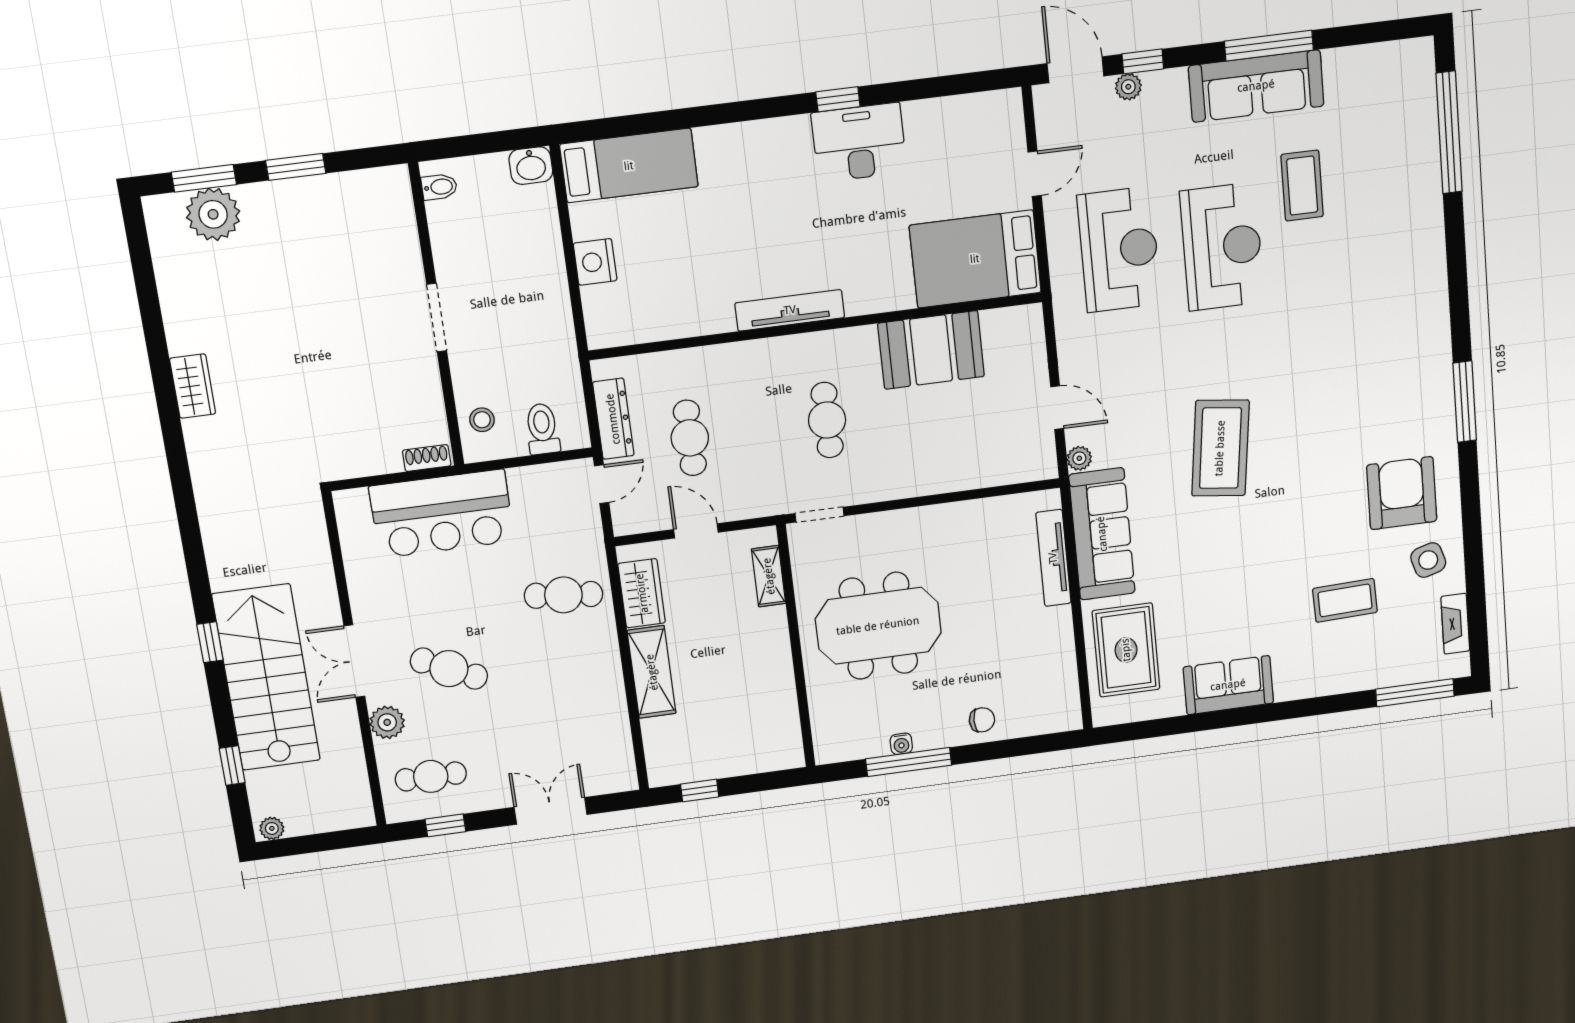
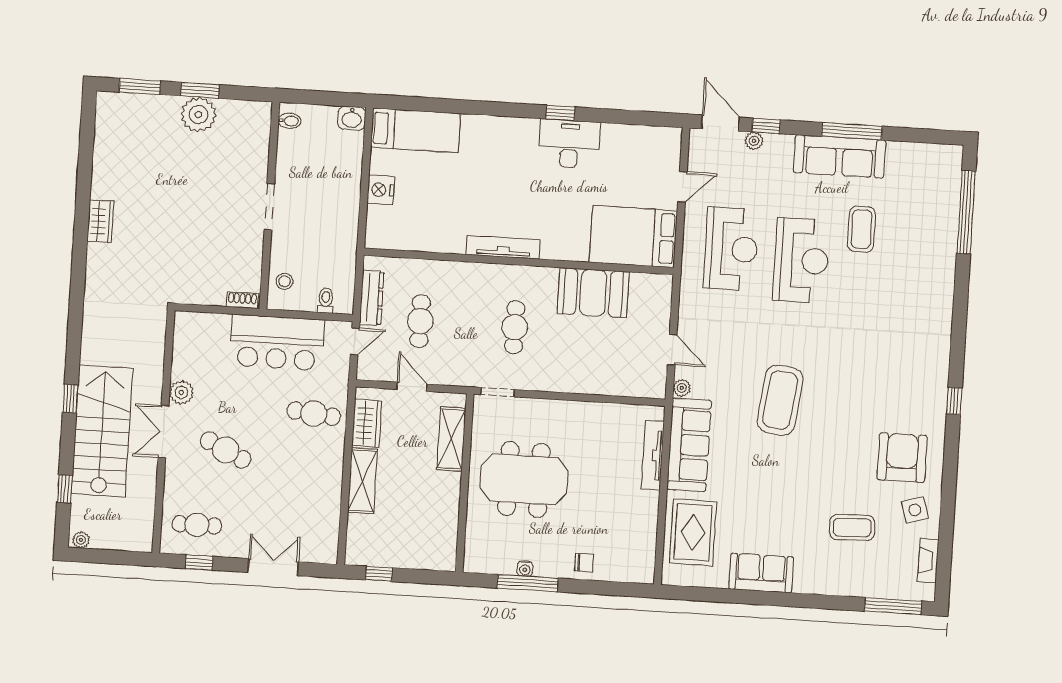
plant: (213, 214) -> (198, 115), moved
window: (1465, 402) -> (954, 401), width x0.46
toilet: (542, 429) -> (326, 300), width x0.73, depth x0.72
bar counter: (442, 514) -> (277, 343), moved
shelving: (769, 576) -> (451, 439), width x1.50, depth x1.33
plant: (387, 722) -> (181, 392), moved

